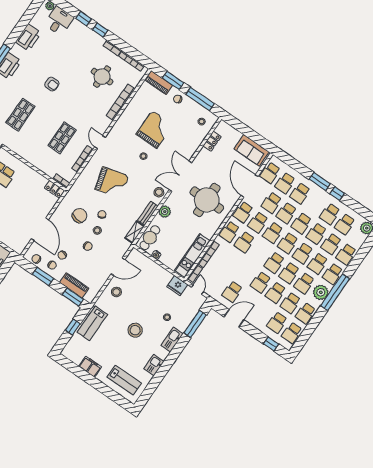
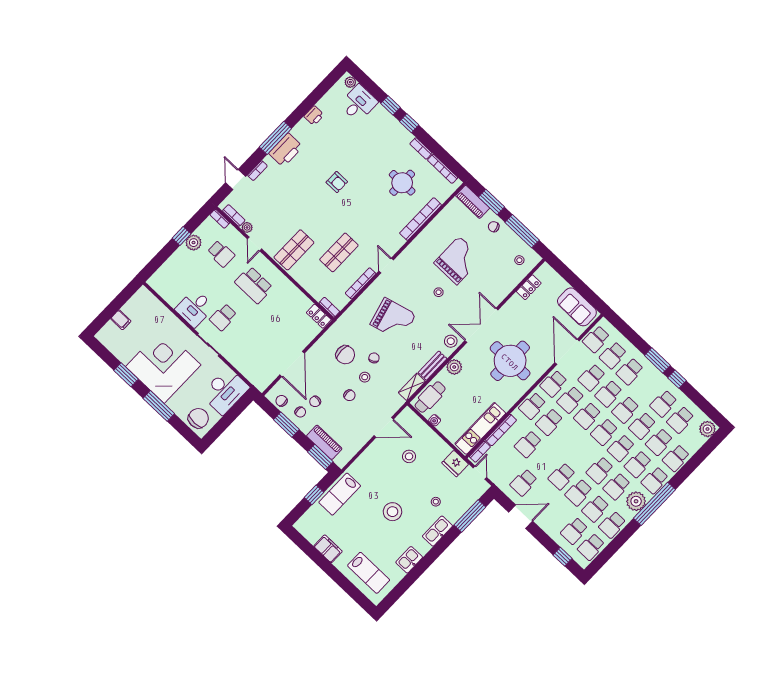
printer: (28, 37) -> (314, 116), width x0.53, depth x0.68
shop shelf: (21, 115) -> (294, 250), moved
chair: (80, 216) -> (345, 355), turned 80
school desk: (274, 263) -> (528, 444), moved
stool: (116, 292) -> (409, 456), moved

